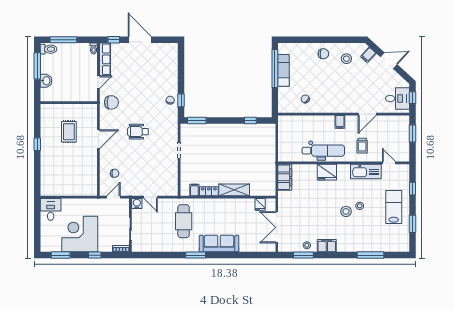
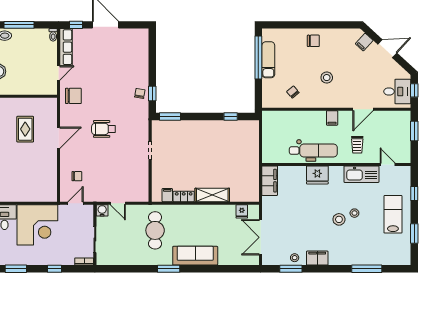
stool: (346, 59) -> (327, 78), moved
corner desk: (80, 234) -> (37, 225), moved, turned 180

